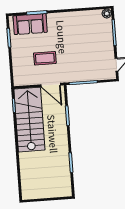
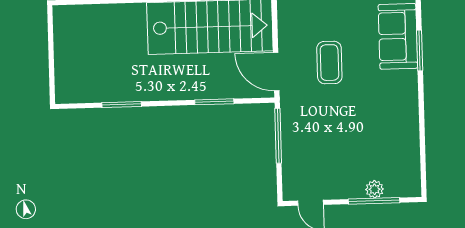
plant: (107, 13) -> (375, 189), moved
door: (51, 85) -> (276, 72), hinge flipped

